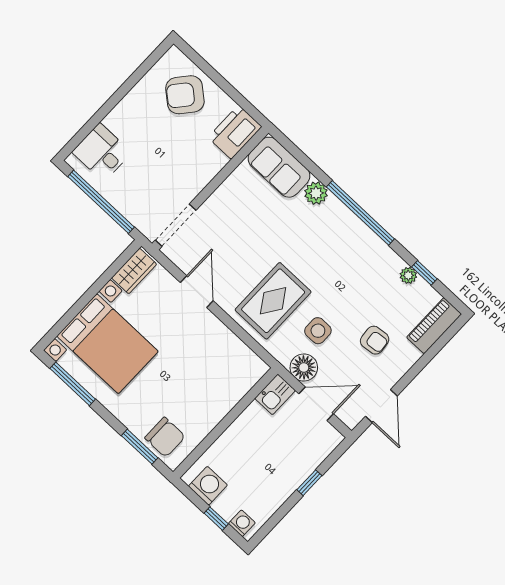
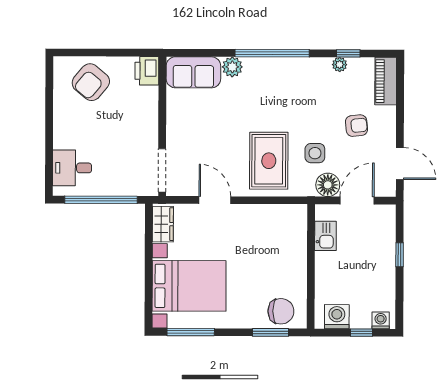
printer: (235, 132) -> (147, 71), width x0.73, depth x0.84
kitchen sink: (275, 394) -> (325, 236), moved

